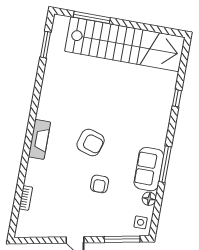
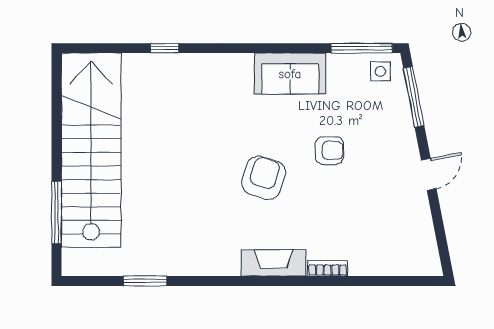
window: (46, 45) -> (145, 281), moved
window: (165, 164) -> (362, 48), moved
bookcase: (26, 198) -> (328, 268), moved
floor lamp: (149, 199) -> (339, 64), removed

